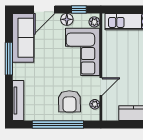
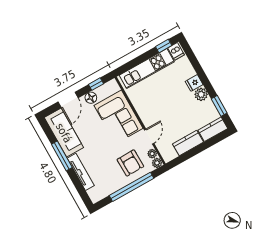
plant: (94, 22) -> (157, 163), moved
tv unit: (18, 100) -> (81, 172), moved

